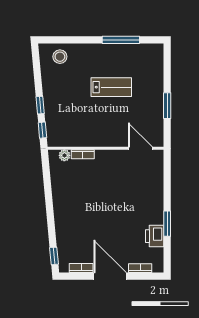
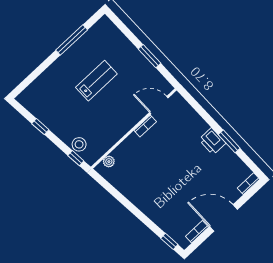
stool: (60, 57) -> (79, 144), moved
window: (40, 105) -> (40, 127), moved
bookcase: (83, 154) -> (145, 126), moved
printer: (155, 236) -> (212, 141), moved
bookcase: (140, 268) -> (248, 184), moved

